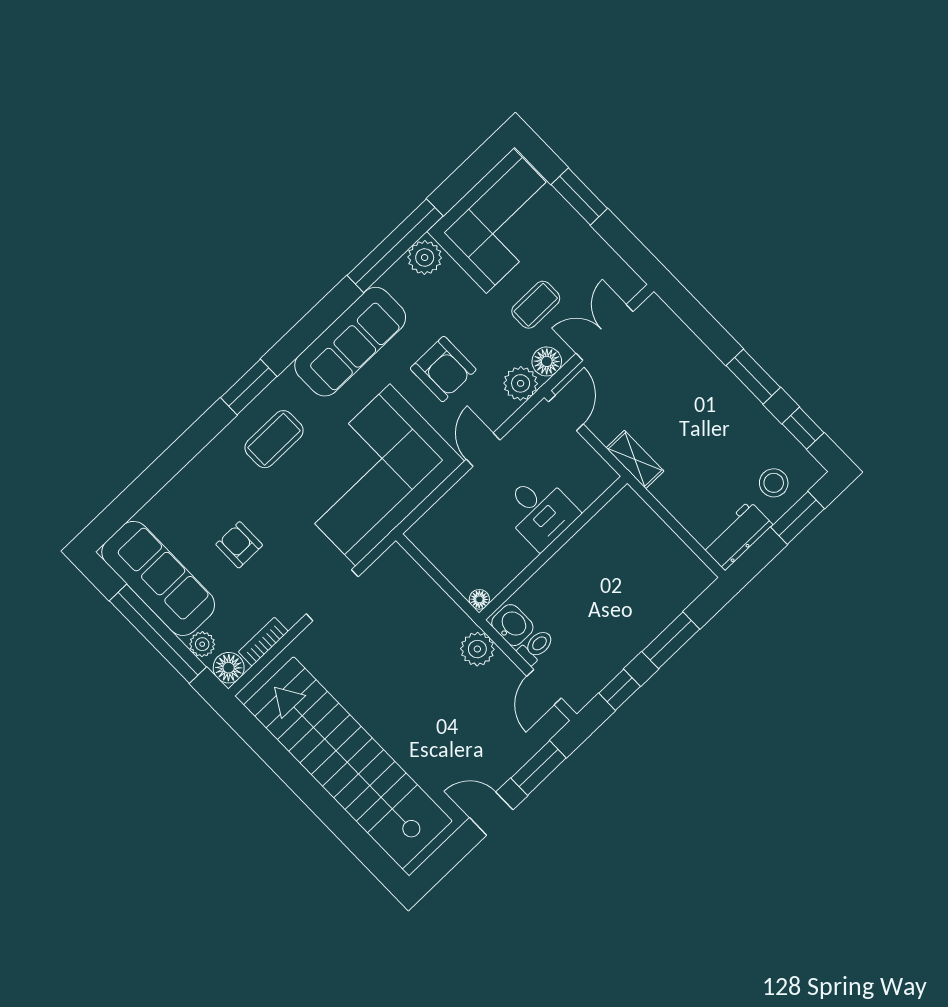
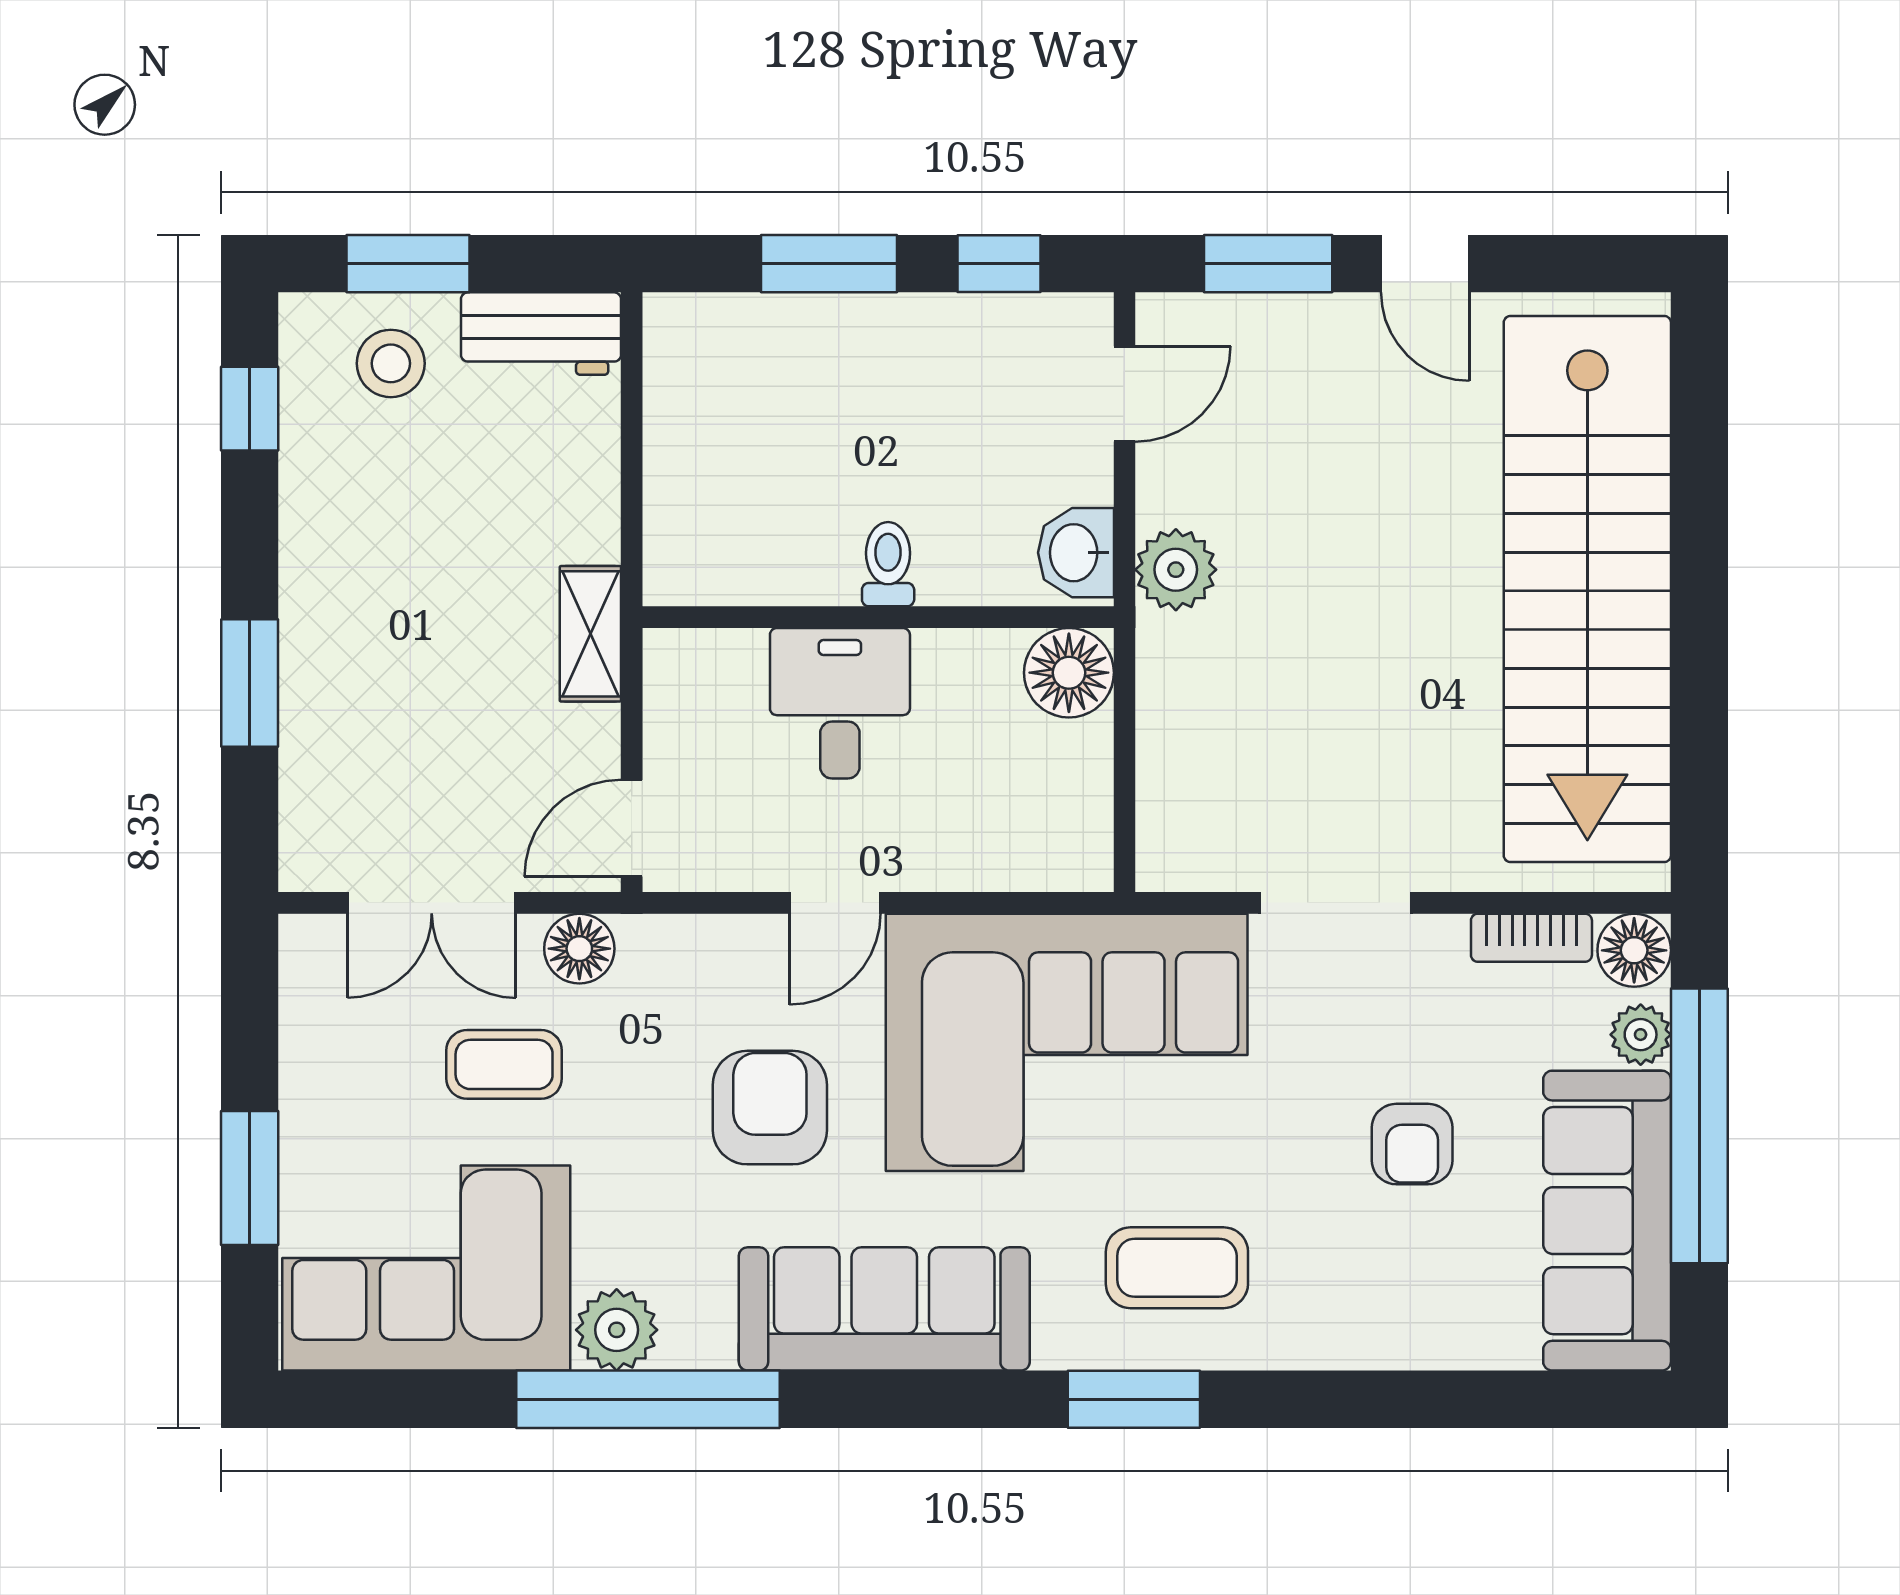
window: (753, 377) -> (250, 683), moved
plant: (521, 383) -> (661, 954), removed
floor lamp: (479, 599) -> (1069, 673), width x1.89, depth x1.89
toilet: (536, 647) -> (888, 564), moved, turned 90

